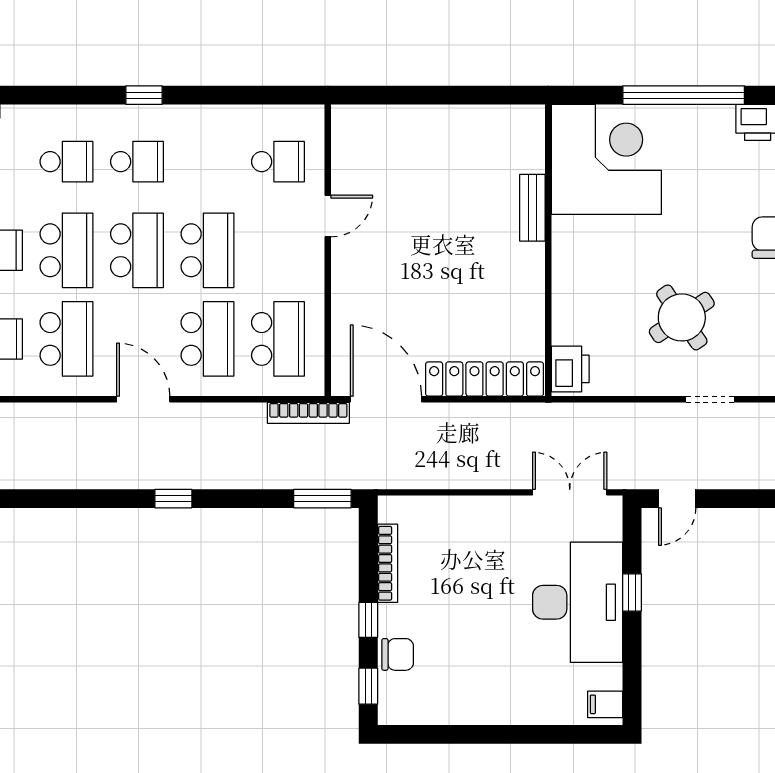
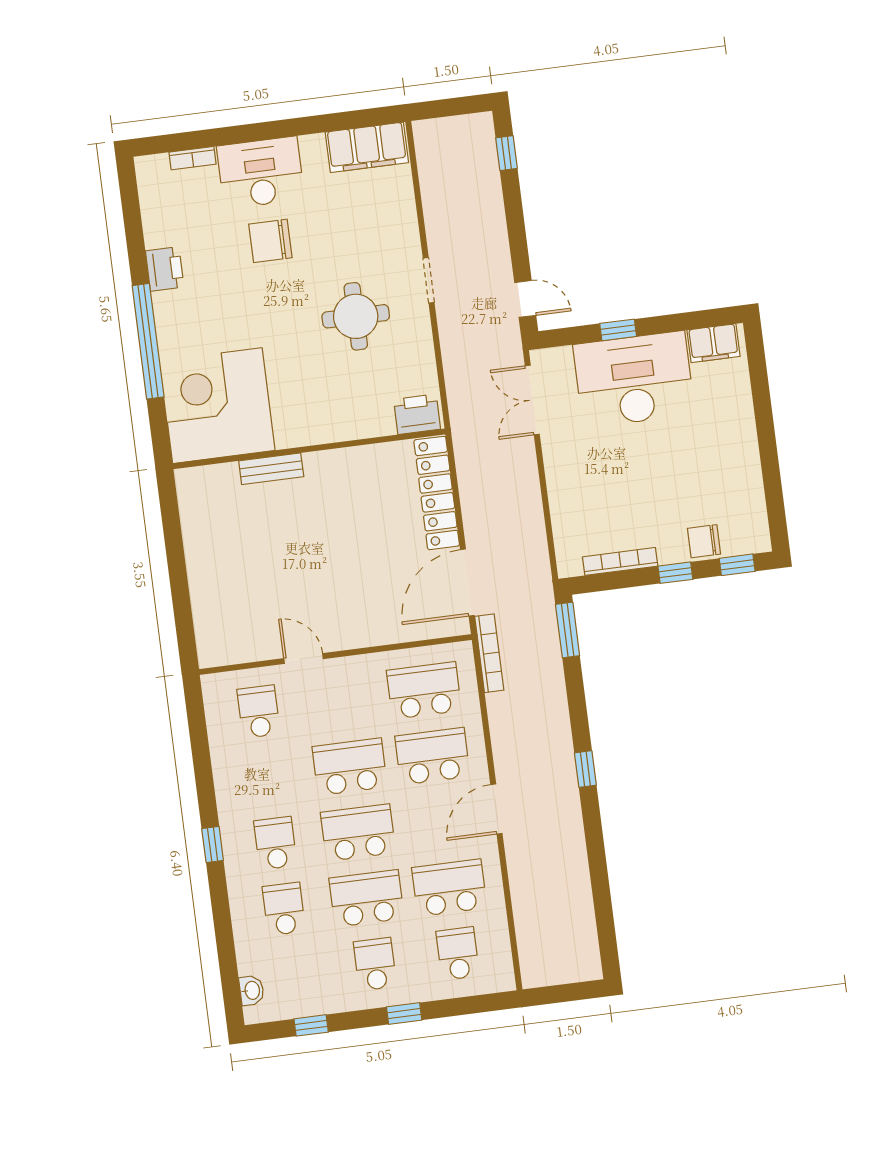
round table: (682, 317) -> (356, 316), turned 34
chair: (398, 654) -> (704, 541), turned -90
filing cabinet: (605, 704) -> (713, 343), width x2.00

